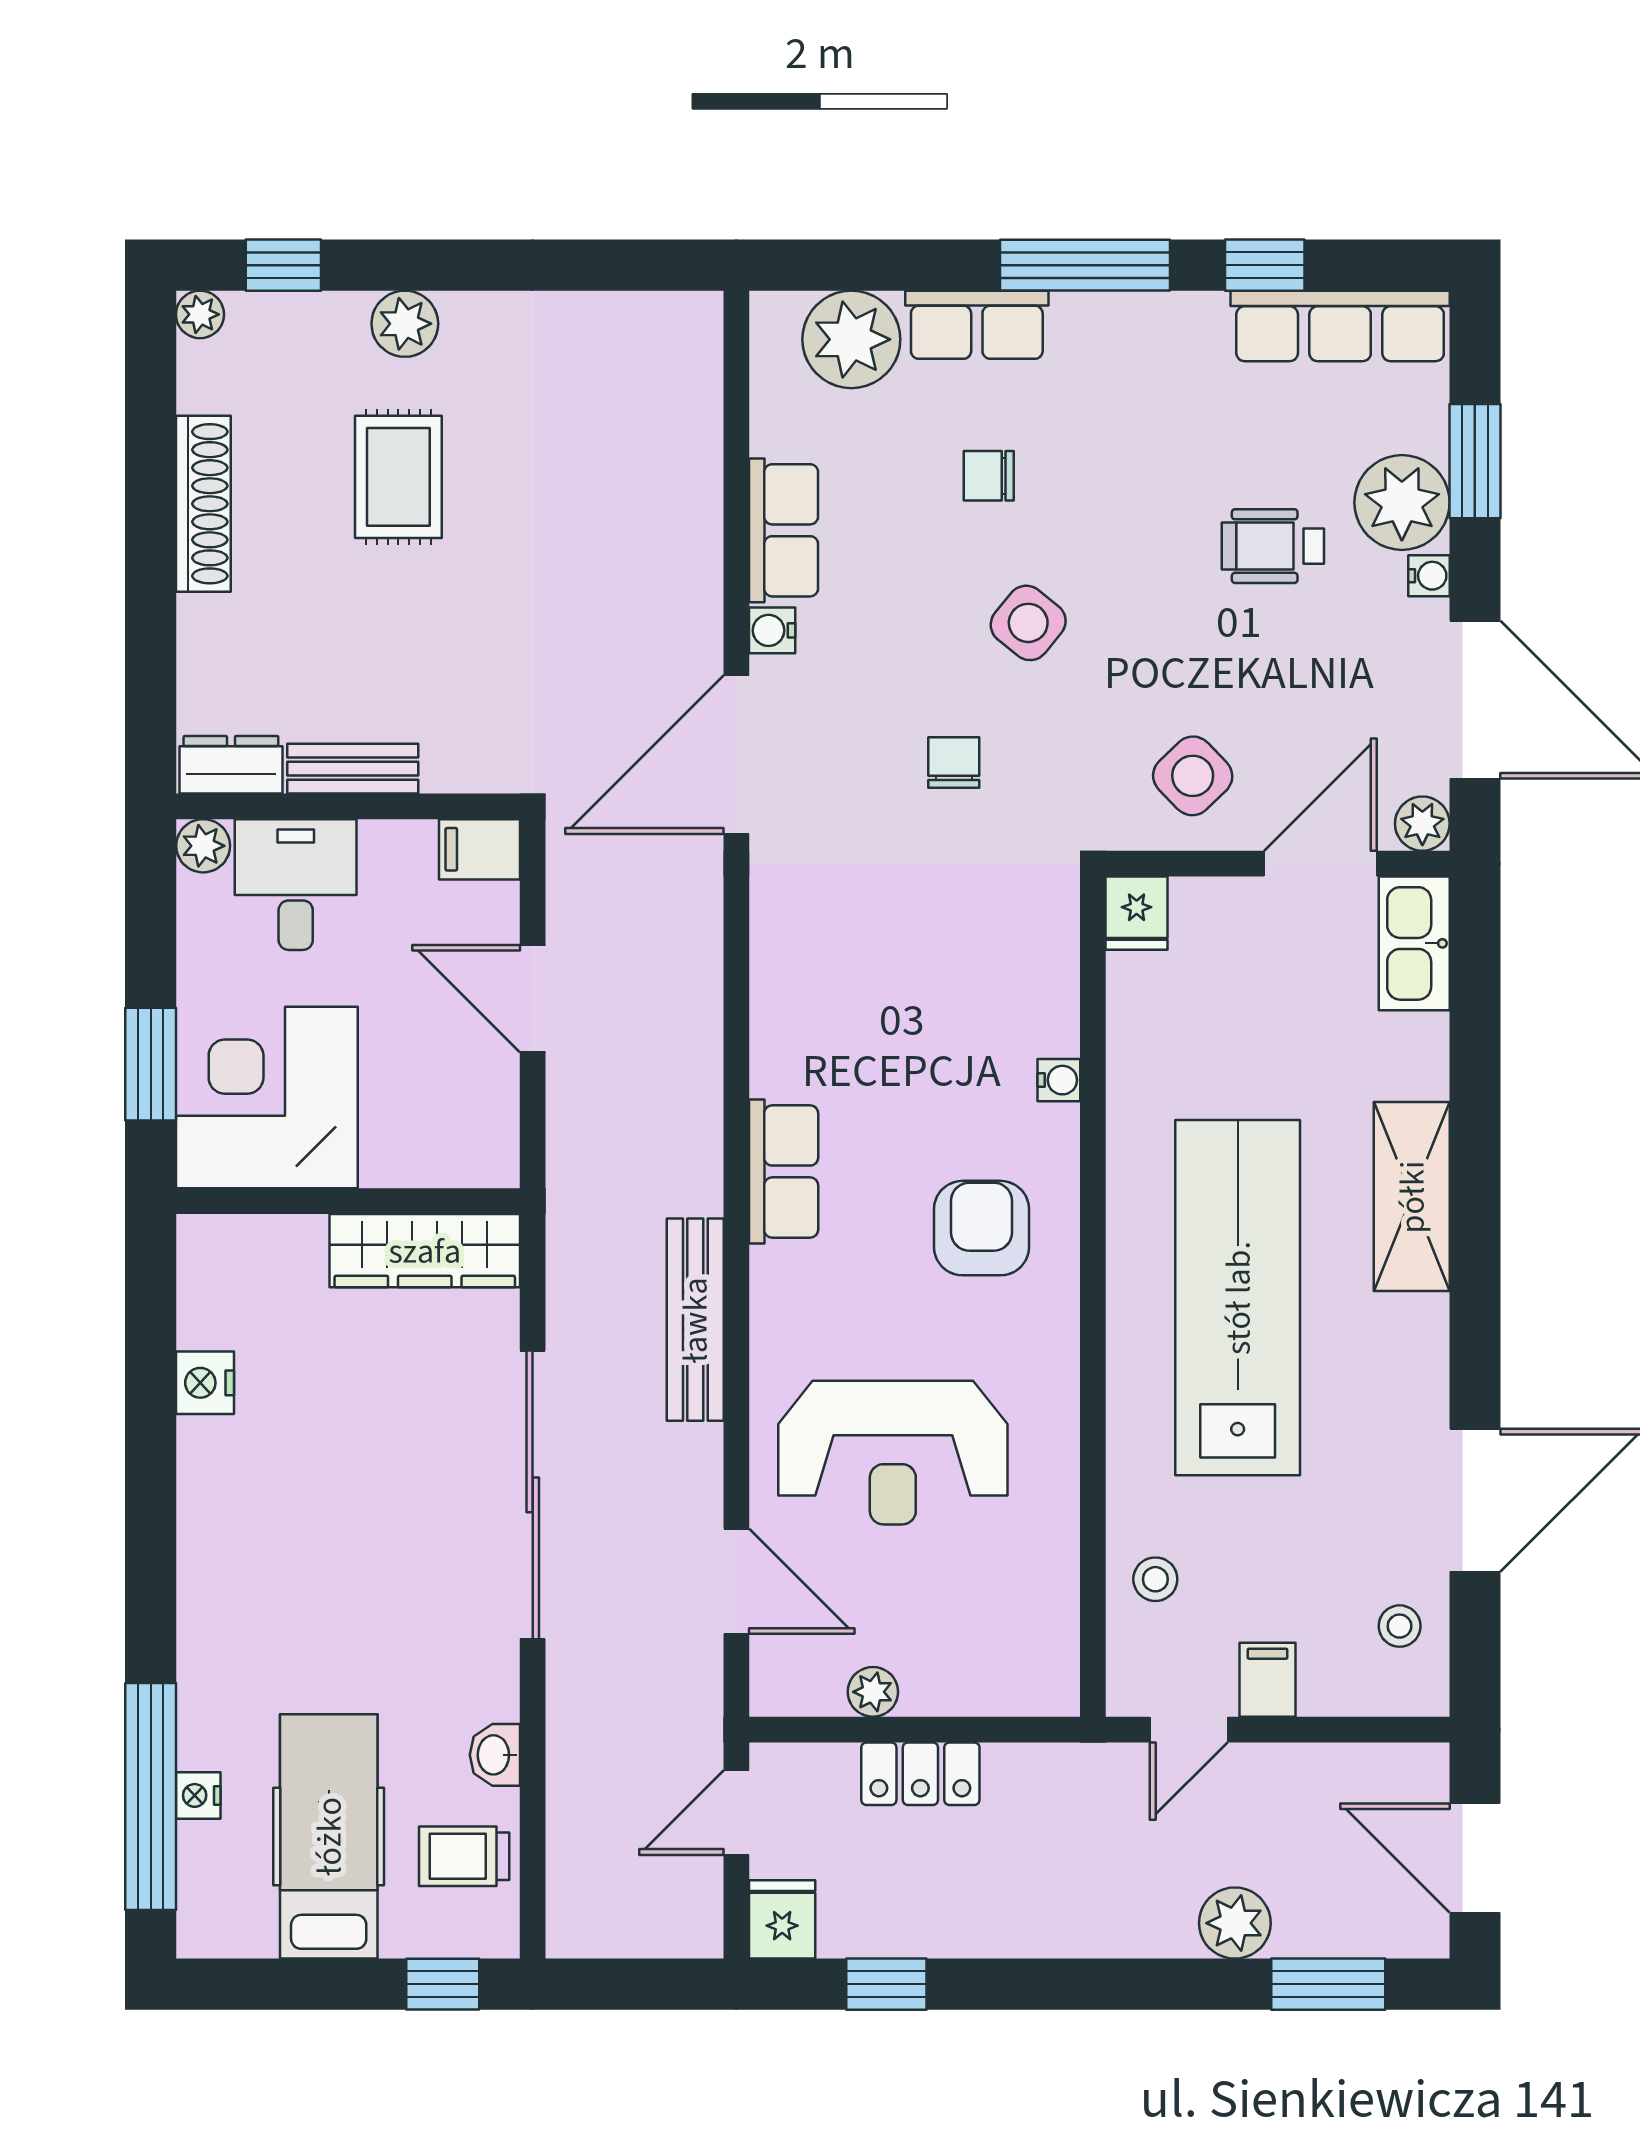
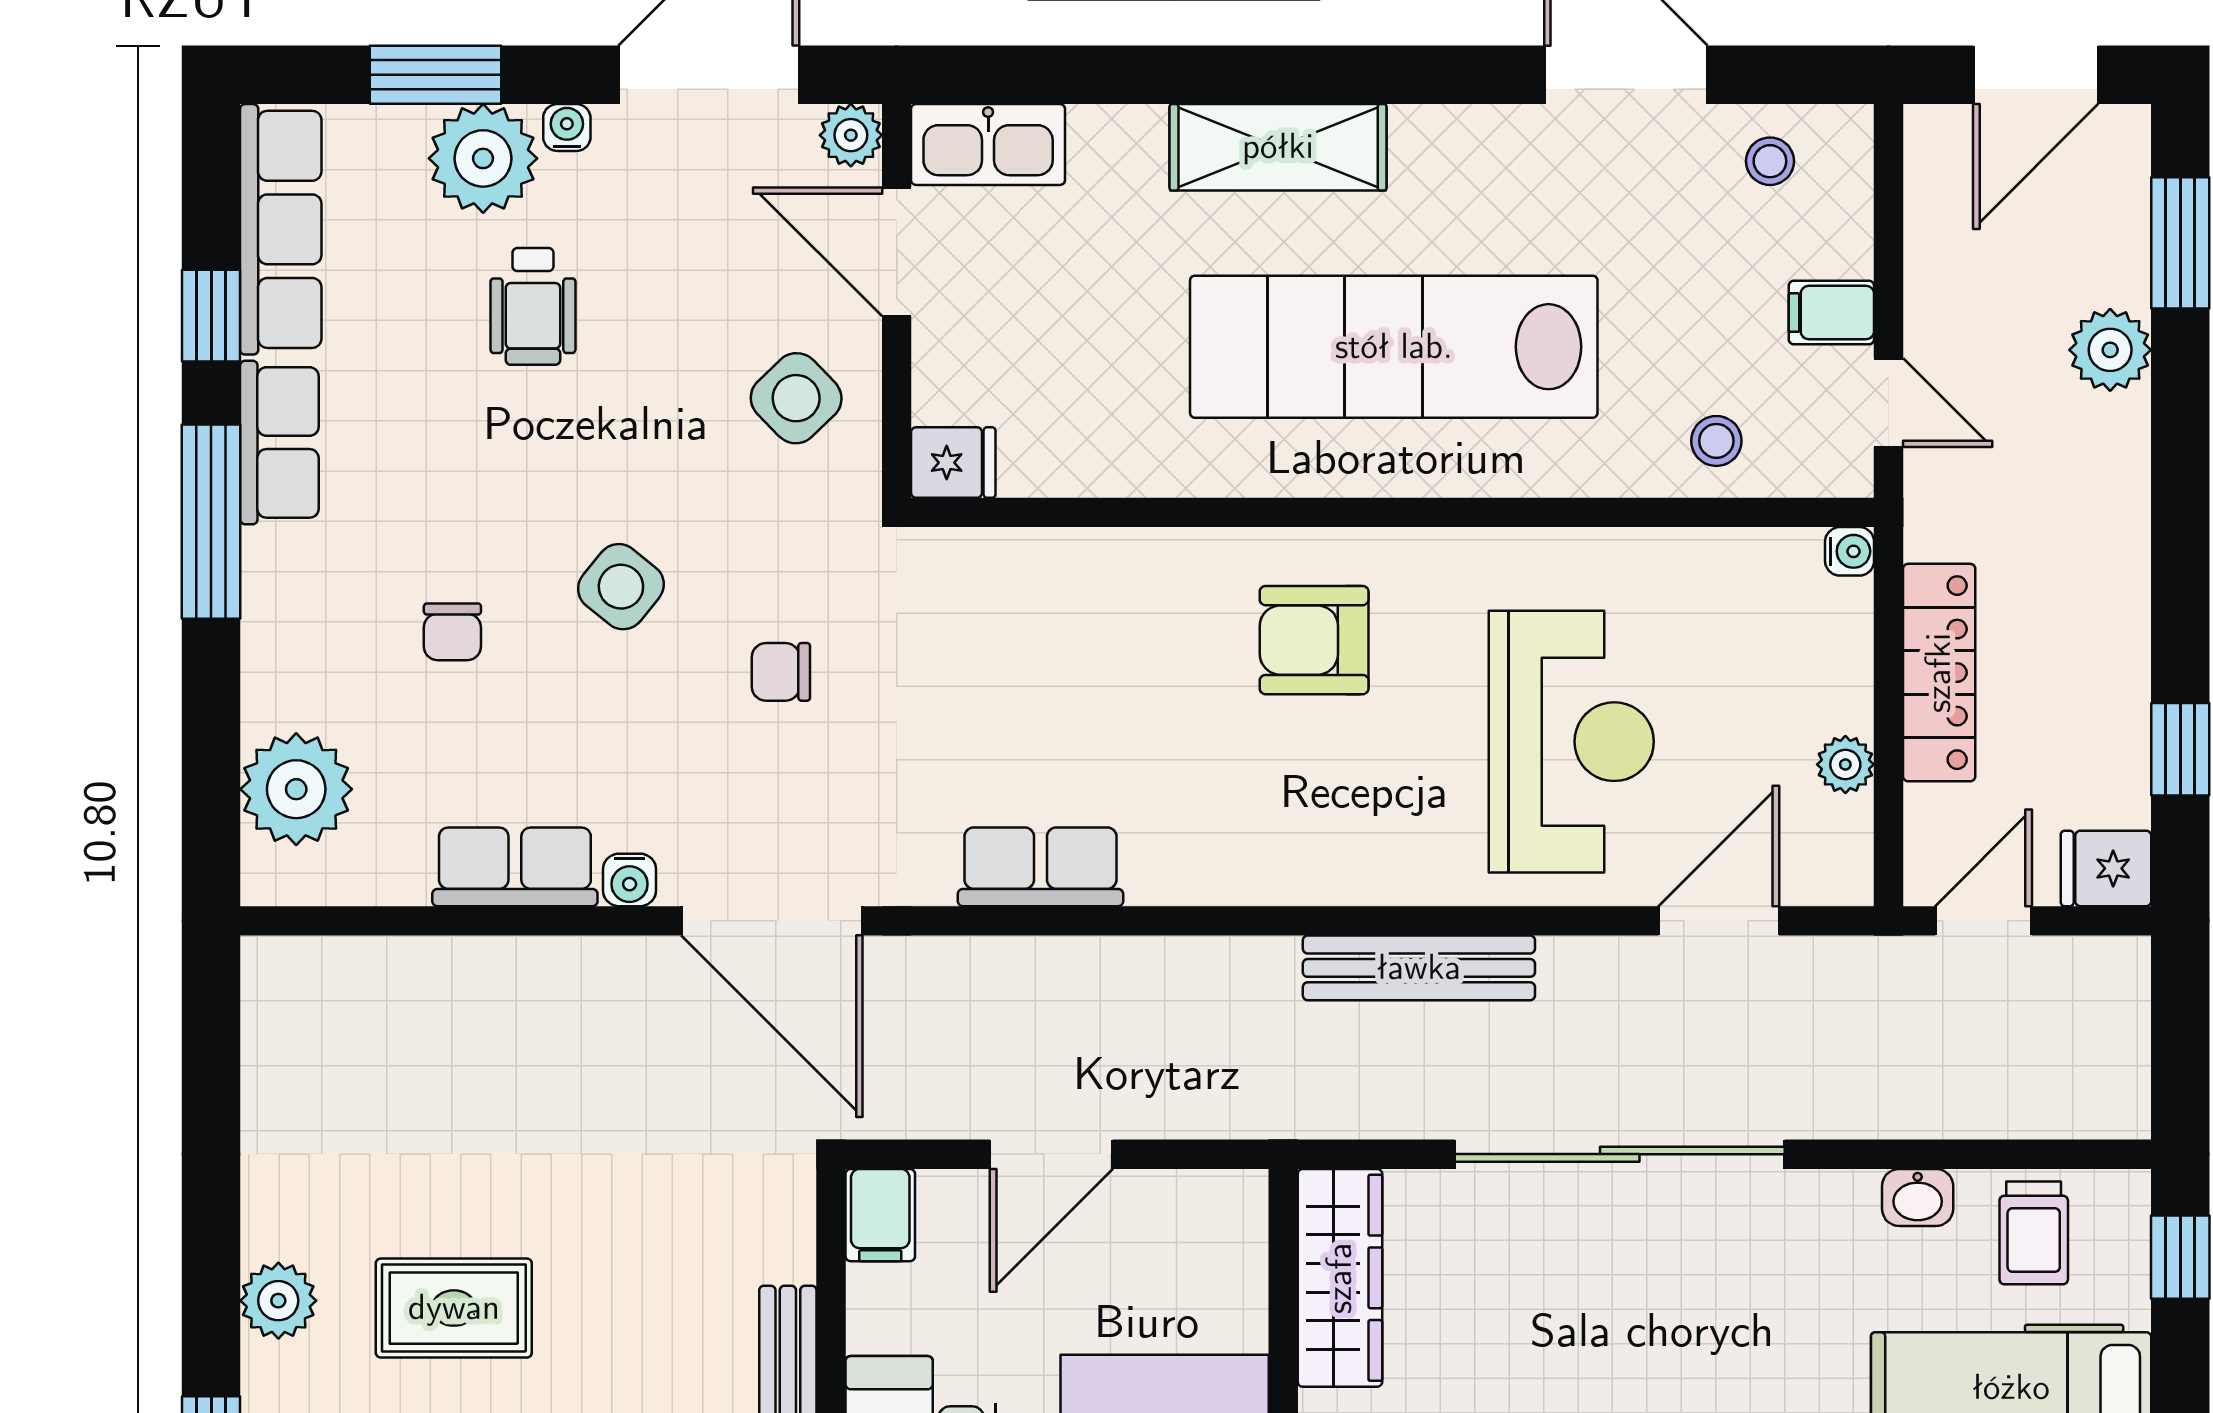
row of seats: (977, 325) -> (279, 442), moved
water cooler: (1059, 1080) -> (1850, 551), moved, turned 90
row of seats: (784, 1171) -> (1040, 867), moved
locker: (920, 1774) -> (1939, 673), width x1.53
door: (736, 1813) -> (1984, 921), swing flipped

